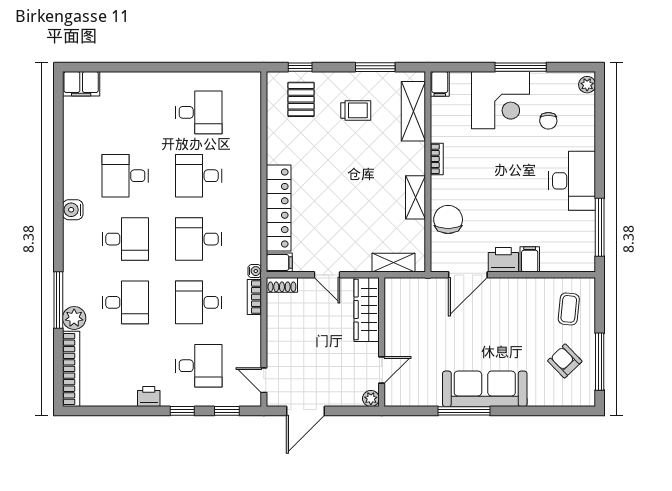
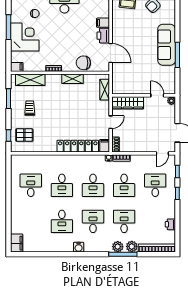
plant: (74, 289) -> (118, 247), added
printer: (149, 397) -> (170, 224), moved

